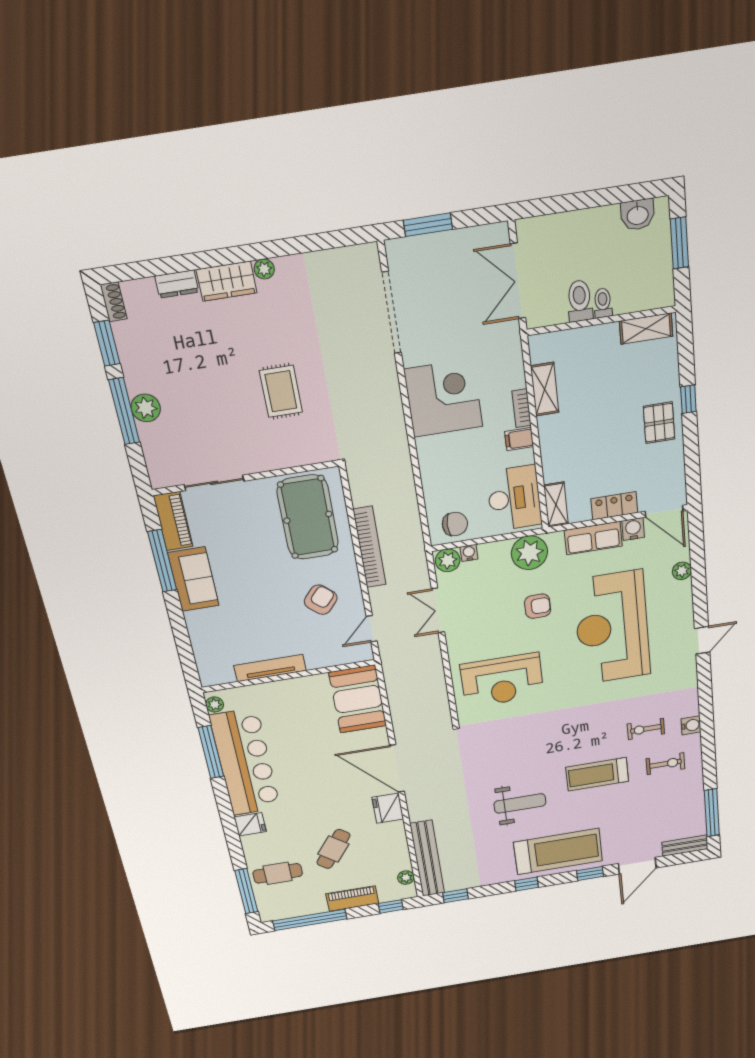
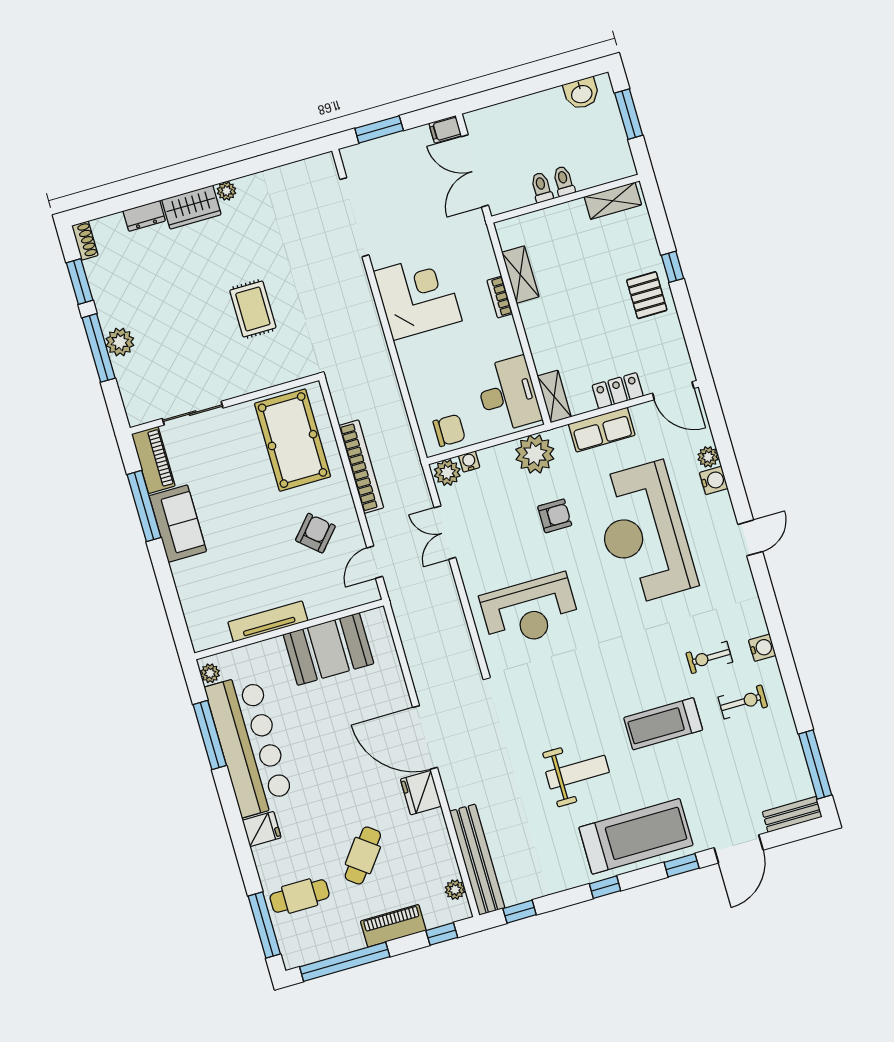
toilet: (580, 301) -> (542, 187), width x0.73, depth x0.72
filing cabinet: (519, 439) -> (445, 129), moved
water cooler: (633, 529) -> (714, 480), moved, turned 90
booth: (358, 699) -> (328, 649), moved, turned 90

